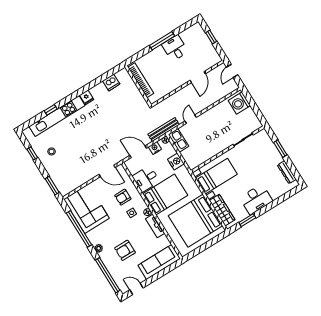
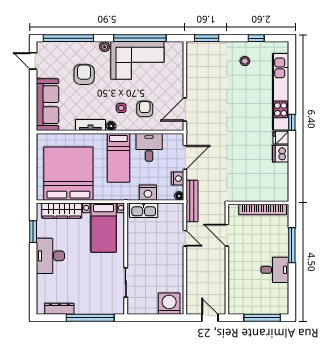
window: (211, 37) -> (262, 318), width x2.17
window: (162, 41) -> (292, 245), moved
door: (198, 77) -> (227, 235), moved
dishwasher: (111, 82) -> (281, 154), moved
window: (51, 110) -> (292, 122), moved
kitchen sink: (179, 140) -> (144, 210), moved
window: (280, 149) -> (90, 318), width x2.11
bed: (165, 195) -> (118, 158), width x0.67
corner sofa: (86, 209) -> (137, 60), moved
door: (137, 289) -> (33, 61), swing flipped

